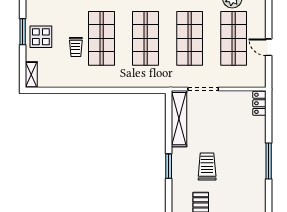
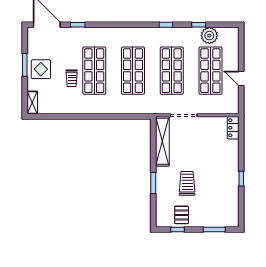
window: (269, 161) -> (241, 179), width x0.46

